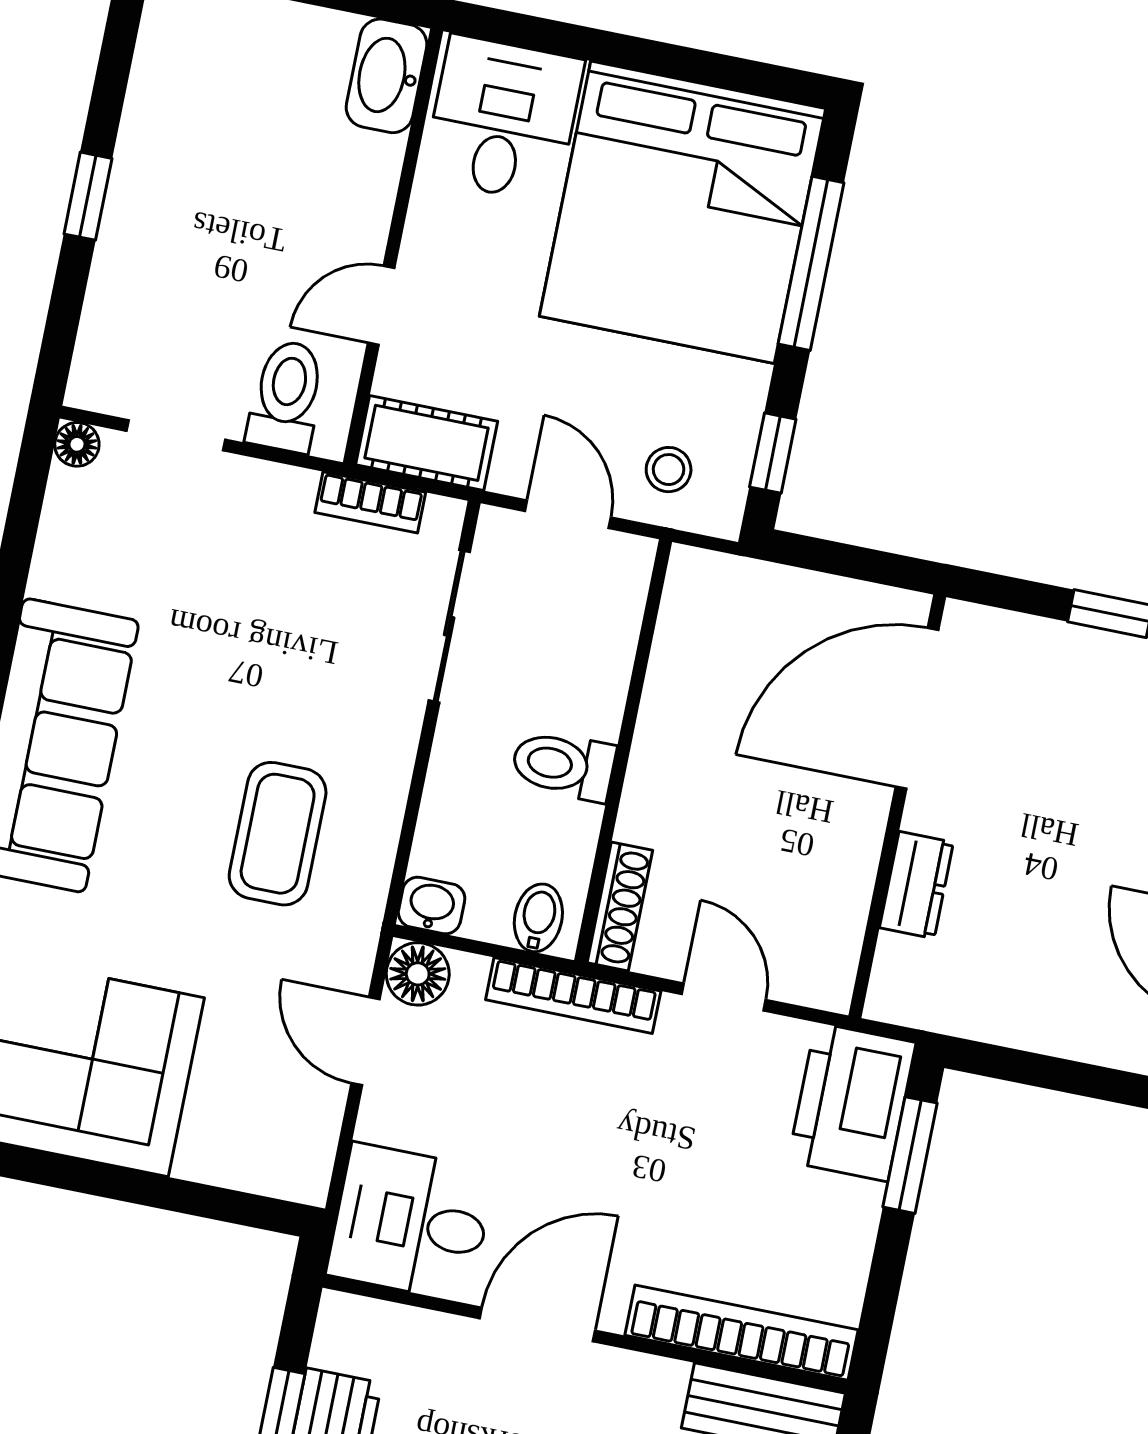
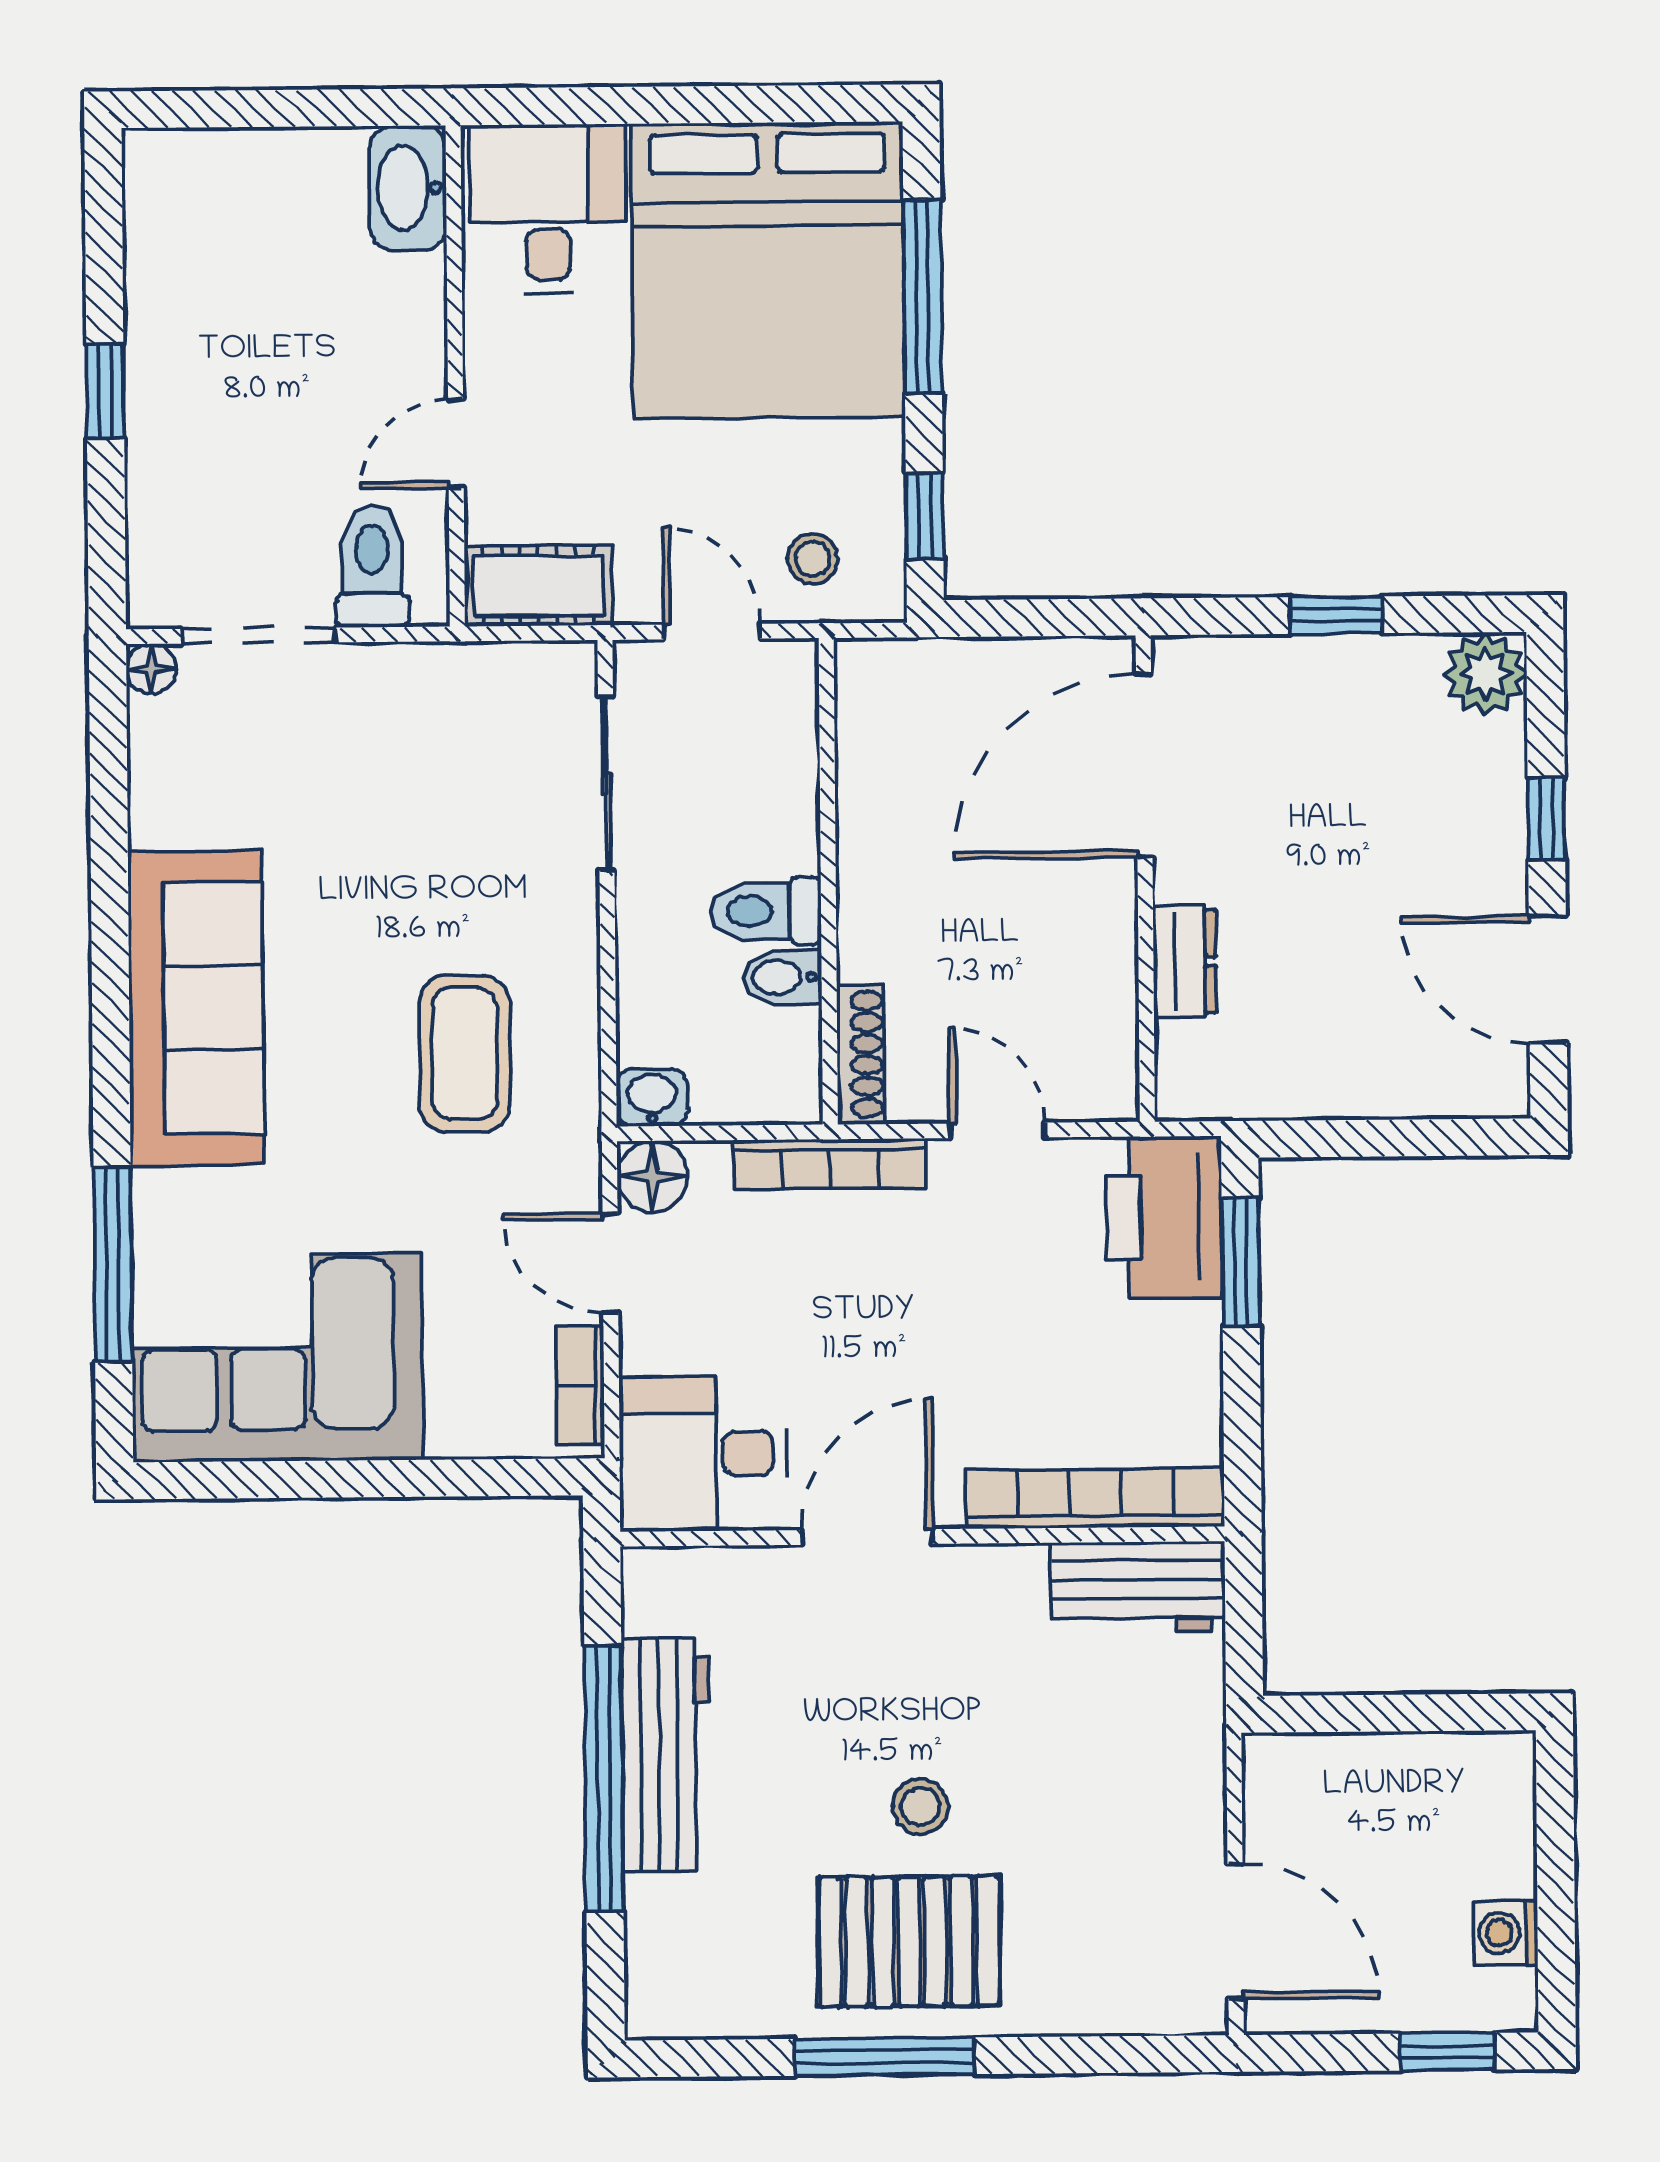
doorway: (176, 435) -> (258, 636), width x1.38
bookcase: (370, 502) -> (580, 1385), moved, turned 90
bidet: (538, 918) -> (783, 977), moved, turned -90

